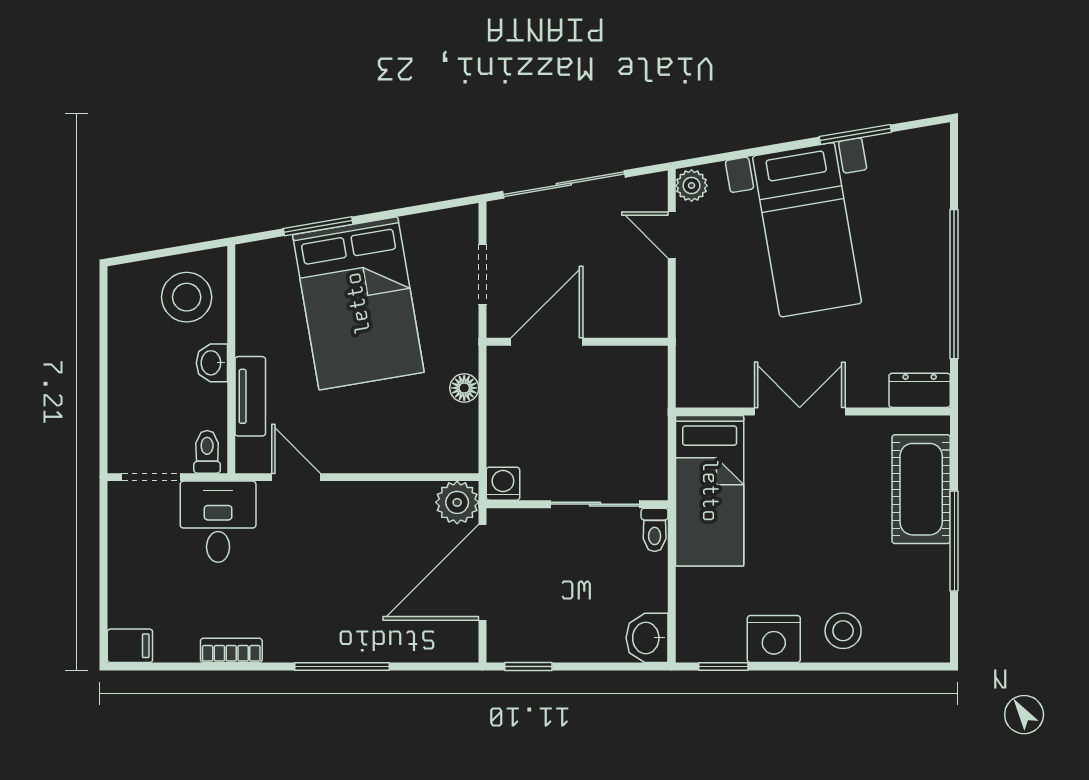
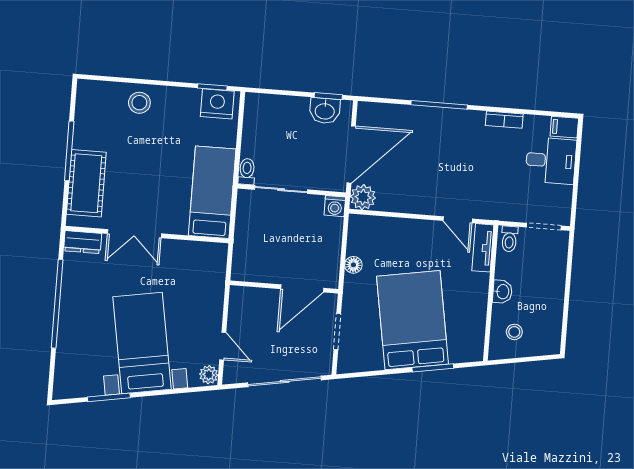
stool: (187, 297) -> (514, 332), width x0.53, depth x0.53
tv unit: (250, 396) -> (483, 248), moved
double door: (800, 411) -> (134, 234), moved
desk: (218, 522) -> (551, 161), moved, turned -90
washbasin: (647, 638) -> (325, 111), moved, turned 90
nightstand: (774, 639) -> (217, 104), moved

